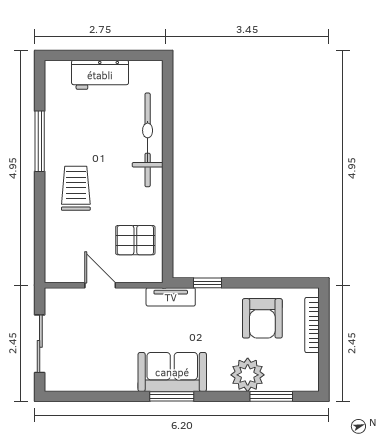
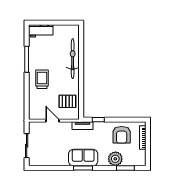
workbench: (100, 75) -> (41, 31), moved

